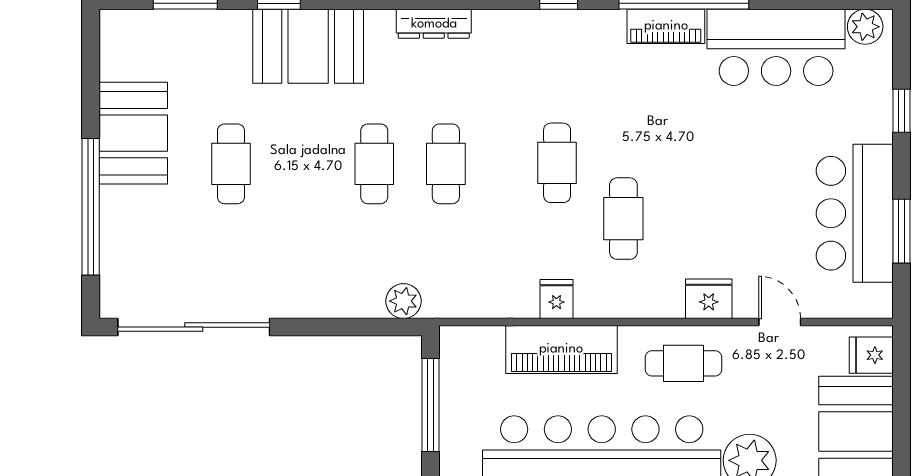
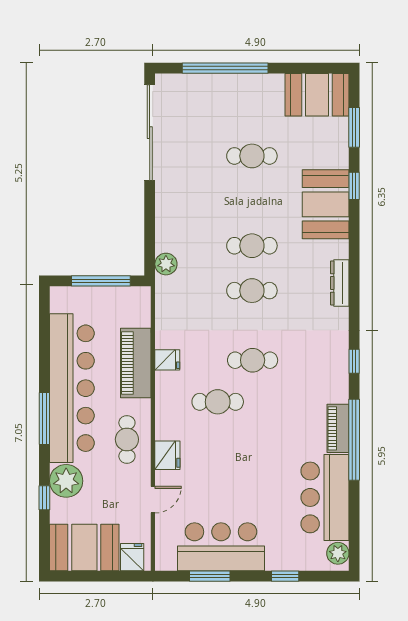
booth: (133, 133) -> (317, 95), moved

